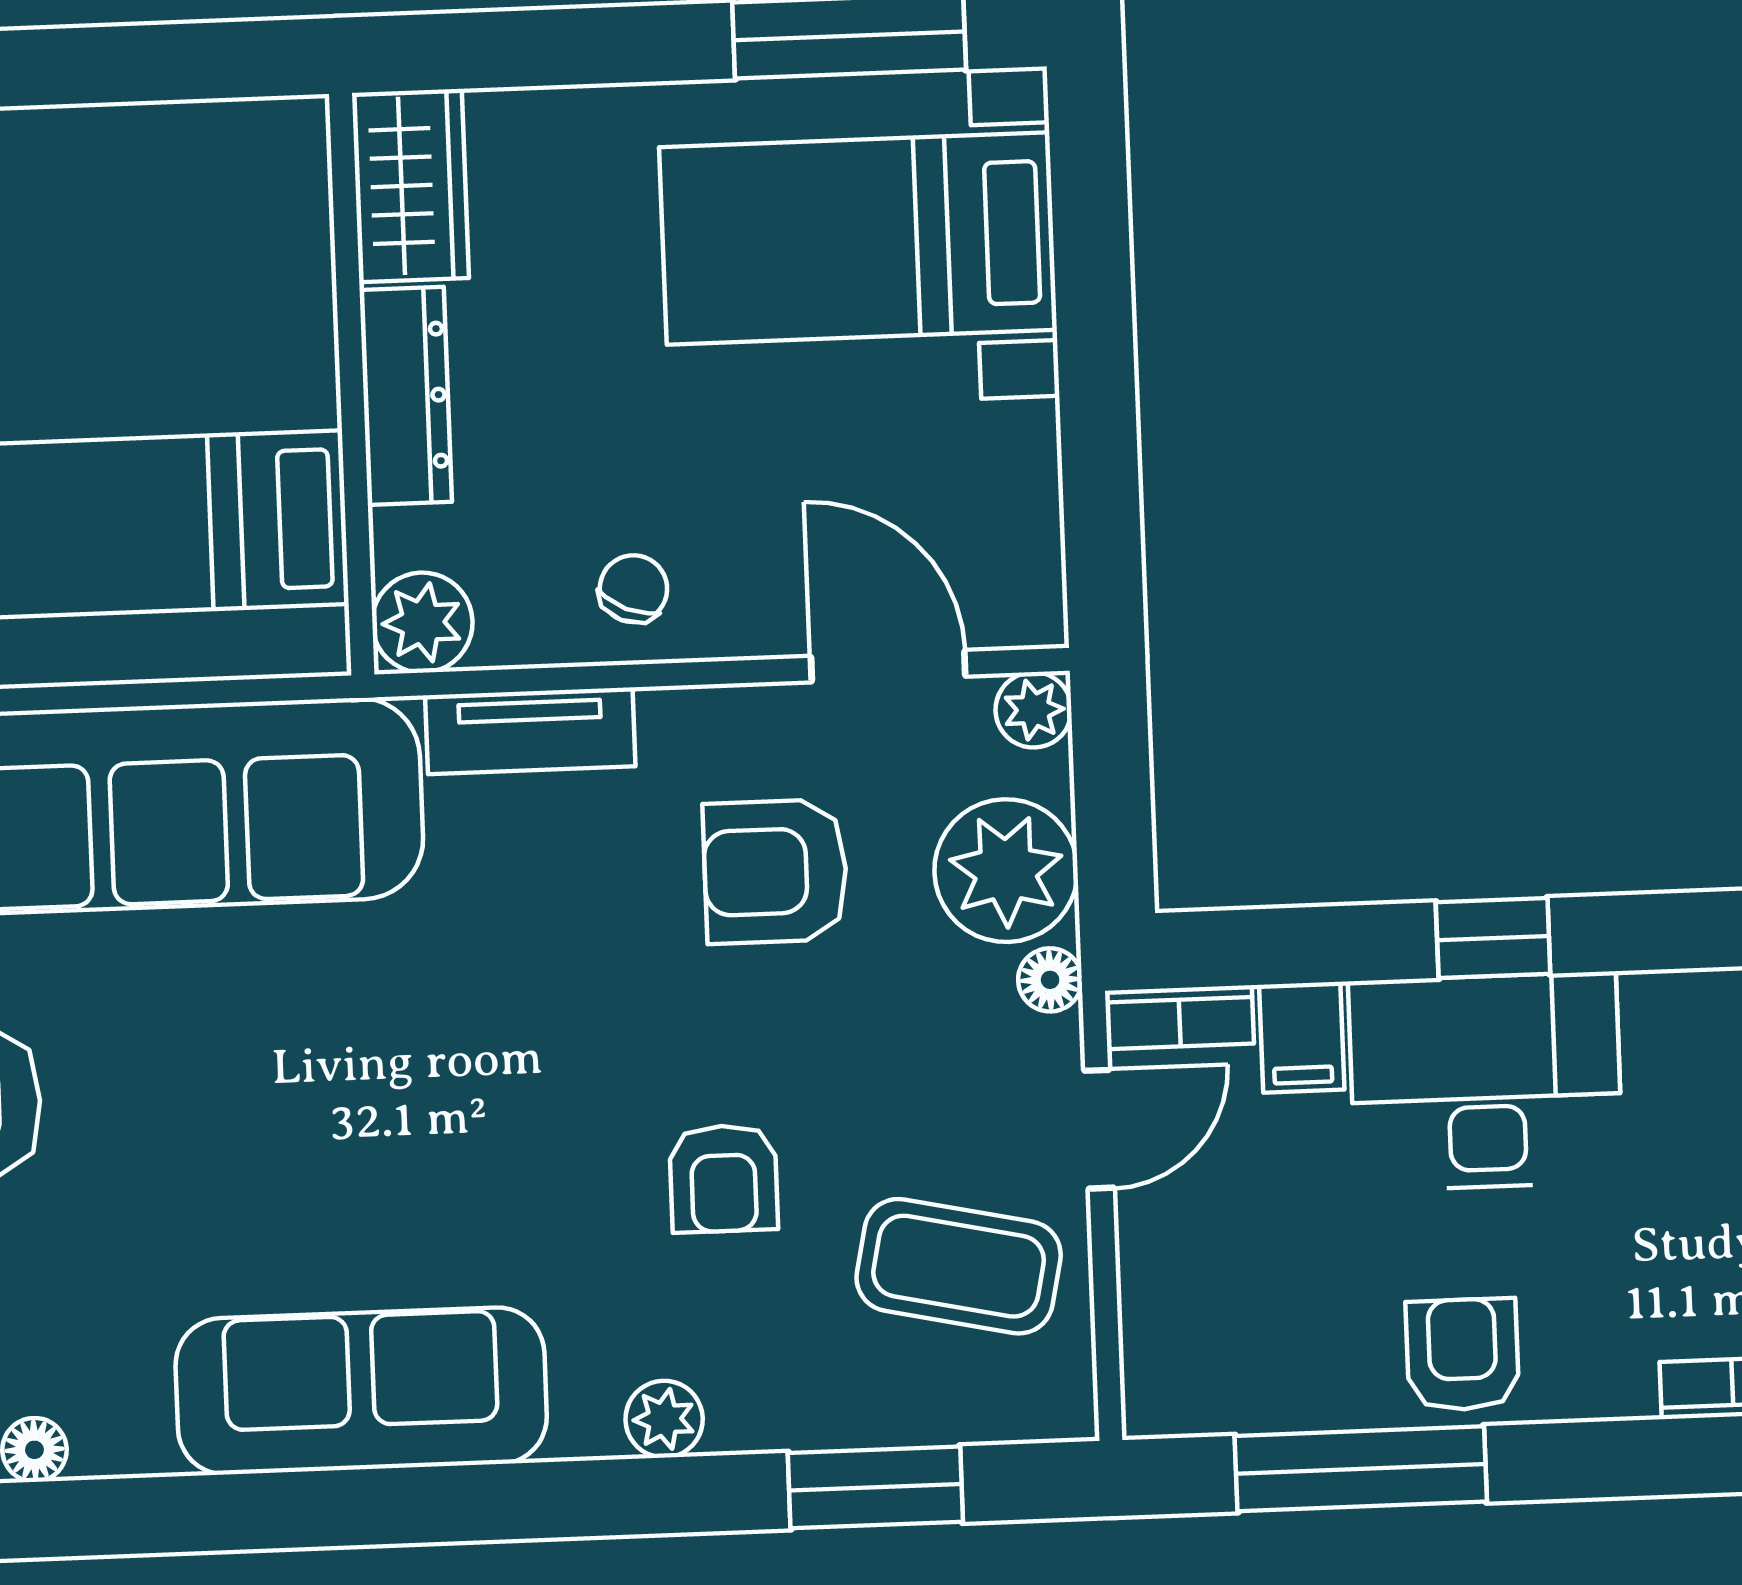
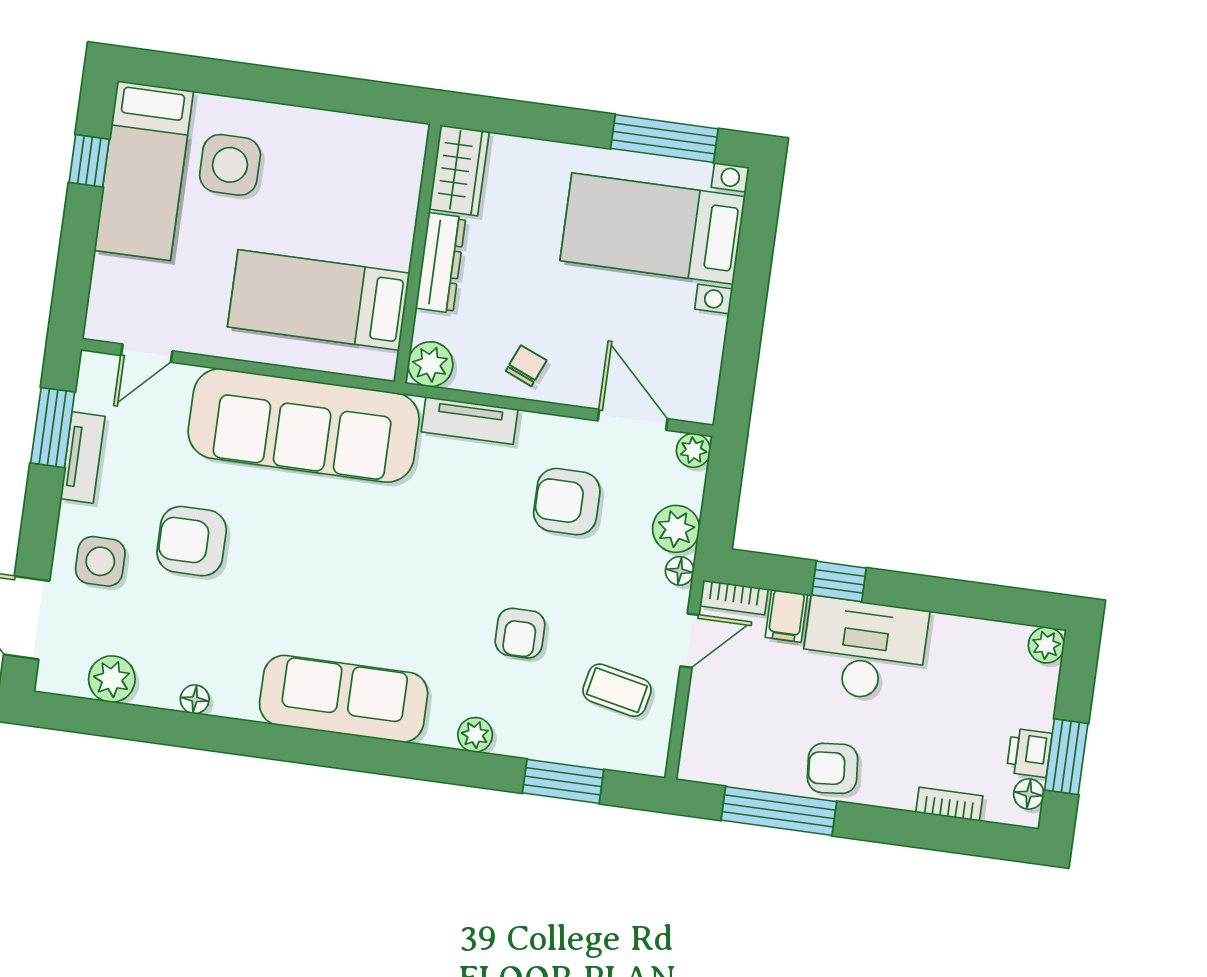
plant: (1006, 871) -> (676, 529), width x0.73, depth x0.73
window: (1493, 938) -> (839, 581), moved
coffee table: (959, 1266) -> (617, 690), width x0.73, depth x0.77
armchair: (1462, 1355) -> (833, 768), turned -95

